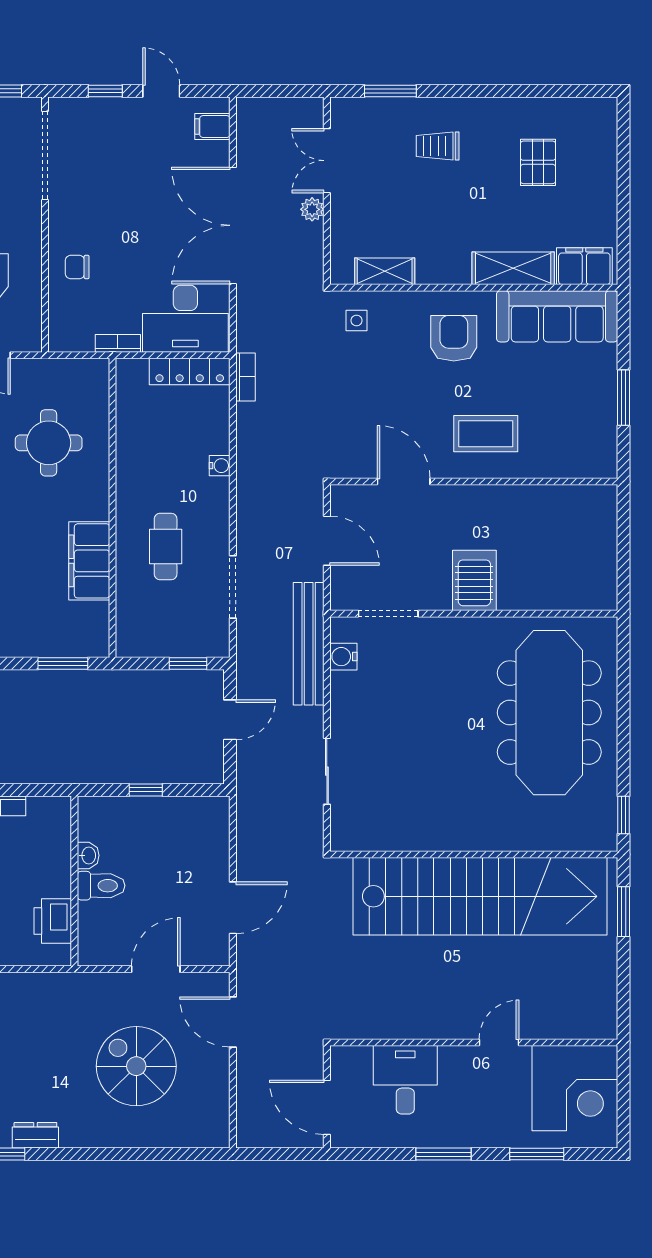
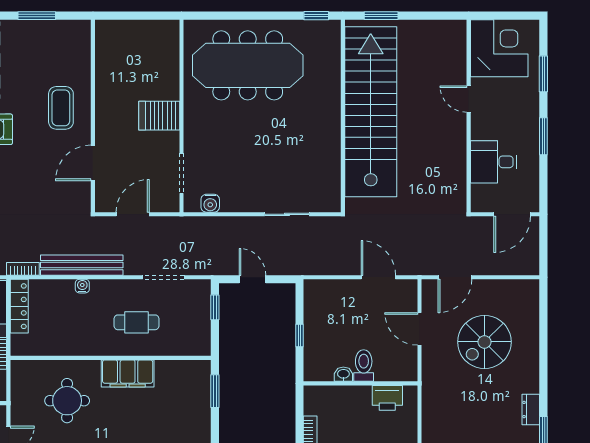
filing cabinet: (89, 561) -> (128, 374), moved
bench: (309, 644) -> (82, 265), moved

